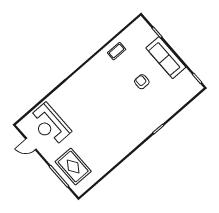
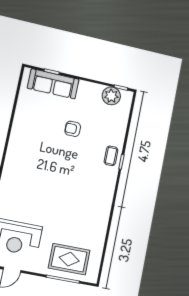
coffee table: (117, 51) -> (111, 156), moved
sofa: (166, 58) -> (53, 84), moved
plant: (186, 79) -> (111, 96), added

